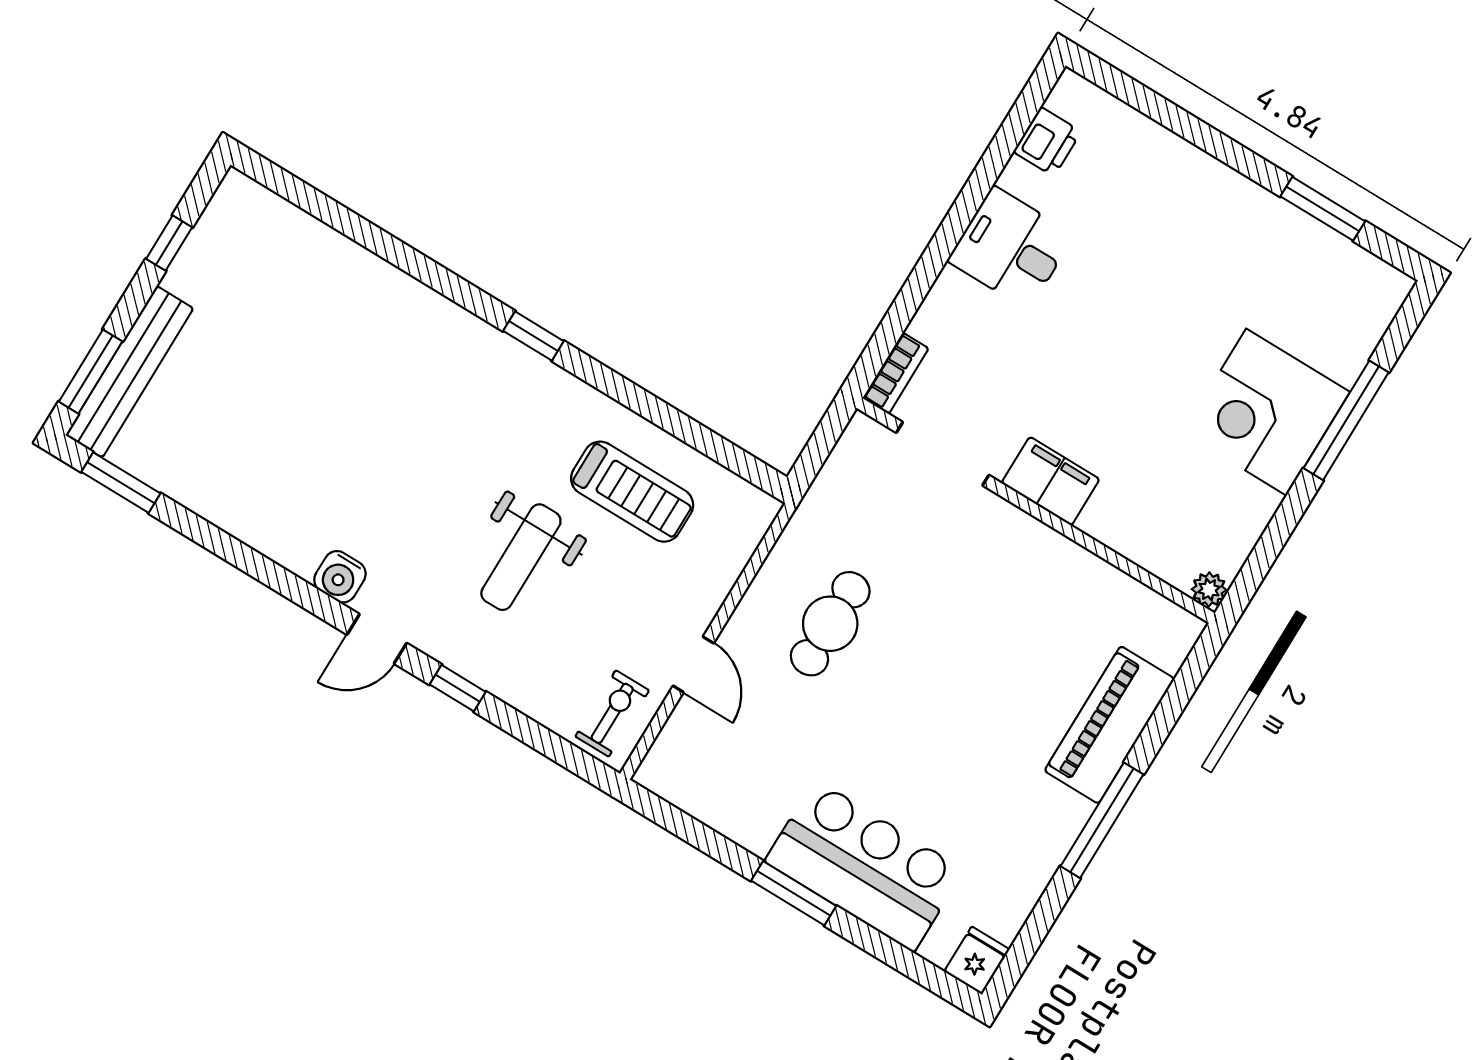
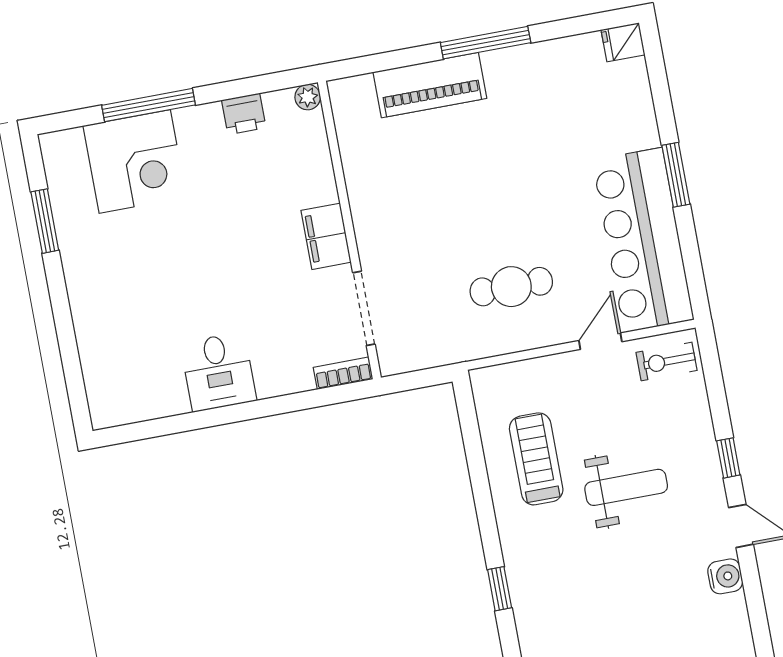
printer: (1047, 142) -> (244, 114), moved, turned 180
corner desk: (1266, 412) -> (135, 161), moved
bar counter: (864, 866) -> (643, 240), moved, width x1.36

